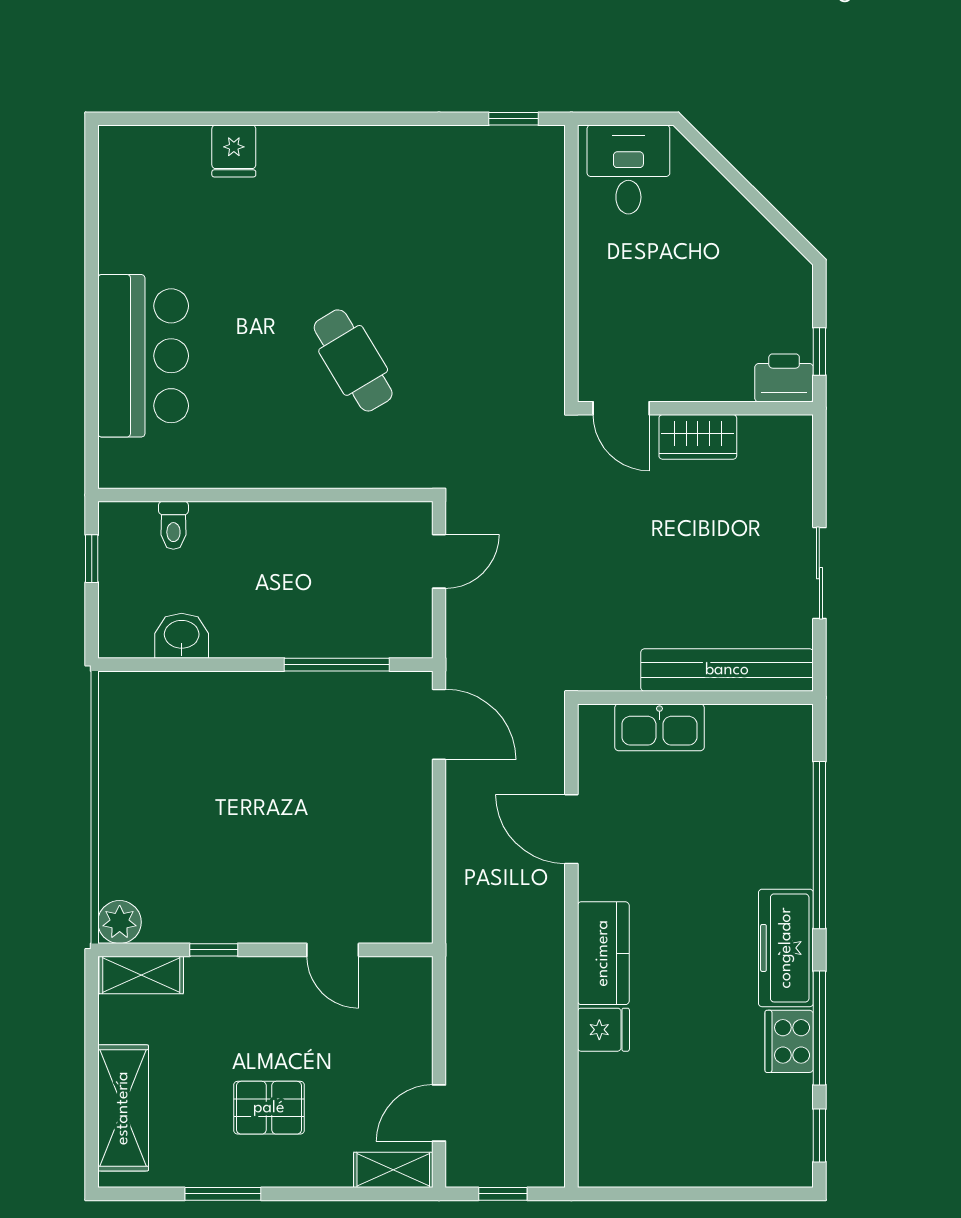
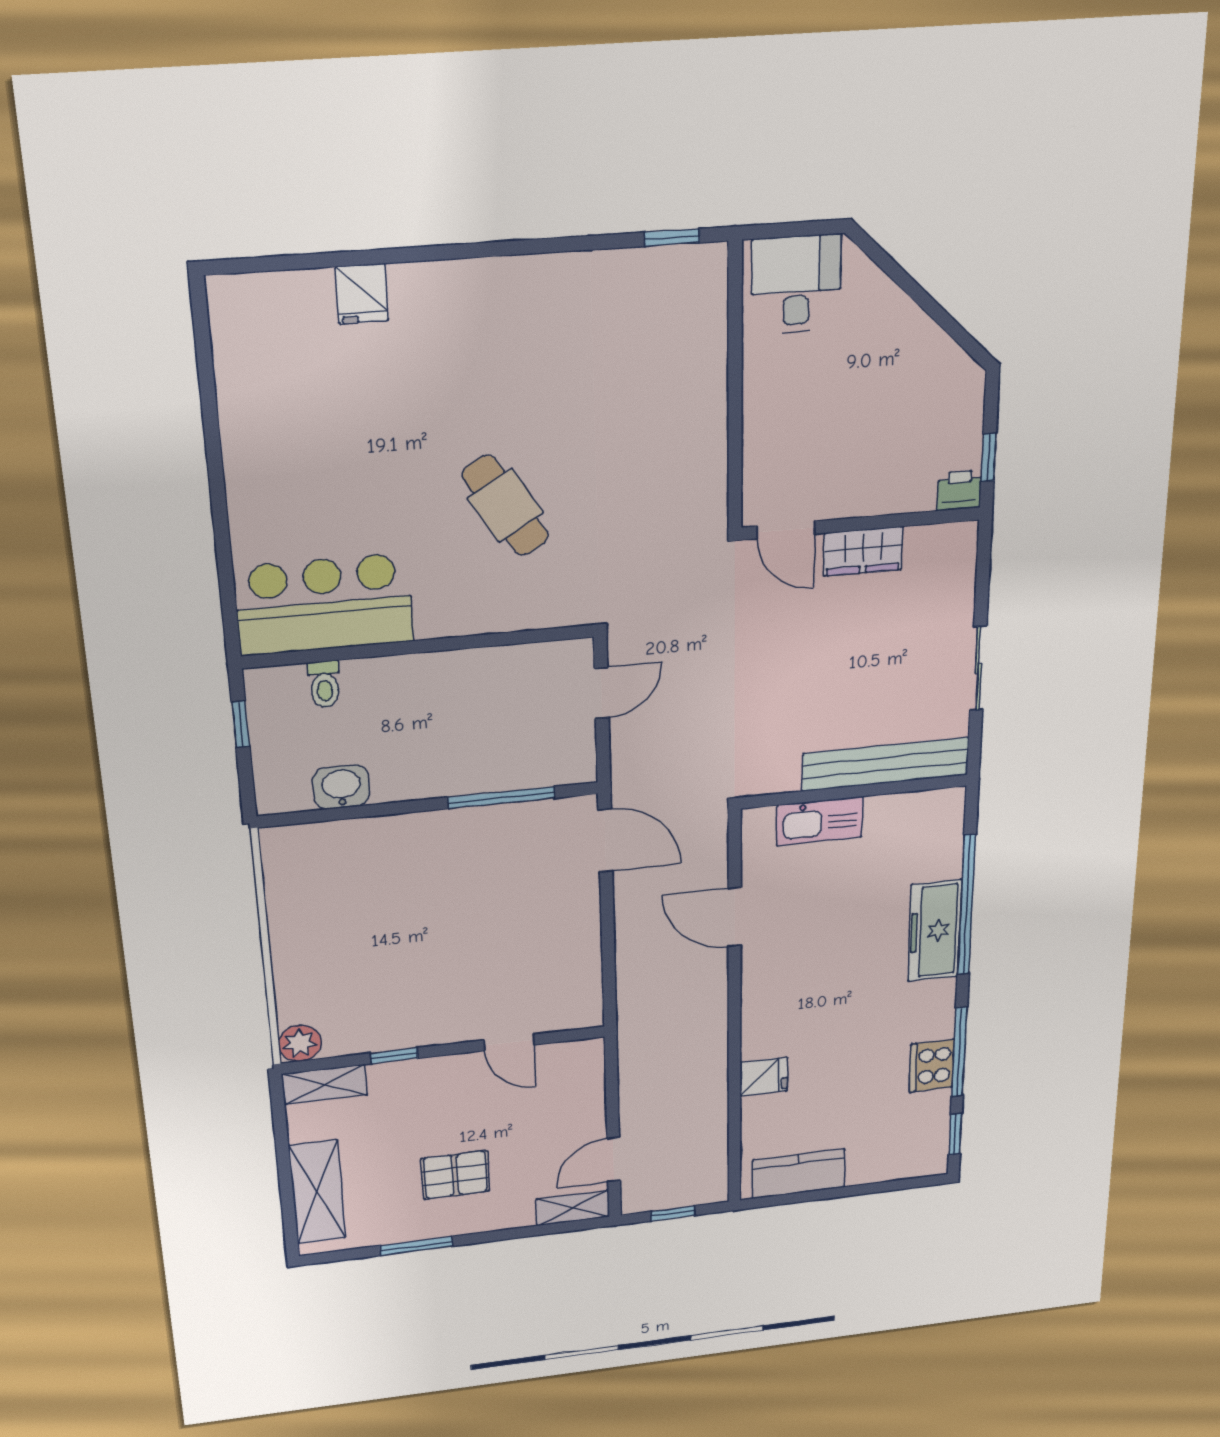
bar counter: (143, 356) -> (324, 604), moved, turned -90
printer: (784, 378) -> (959, 490), width x0.73, depth x0.81
freezer: (786, 948) -> (935, 931), moved
kitchen counter: (603, 953) -> (798, 1174), moved, turned -90

